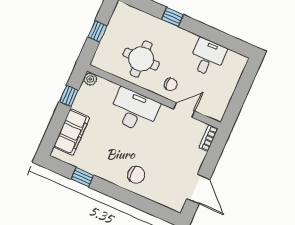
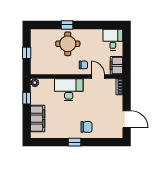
desk: (208, 57) -> (113, 40), moved
round table: (141, 59) -> (68, 44), moved
filing cabinet: (218, 106) -> (117, 65), added
door: (184, 110) -> (98, 77), hinge flipped
window: (83, 177) -> (74, 142), moved

